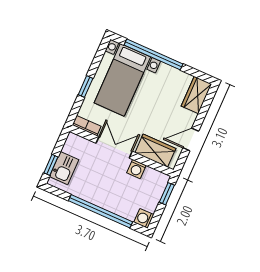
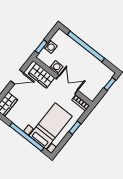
double door: (114, 147) -> (67, 85), swing flipped
kitchen sink: (64, 168) -> (102, 80), removed
washing machine: (144, 218) -> (50, 47), moved

